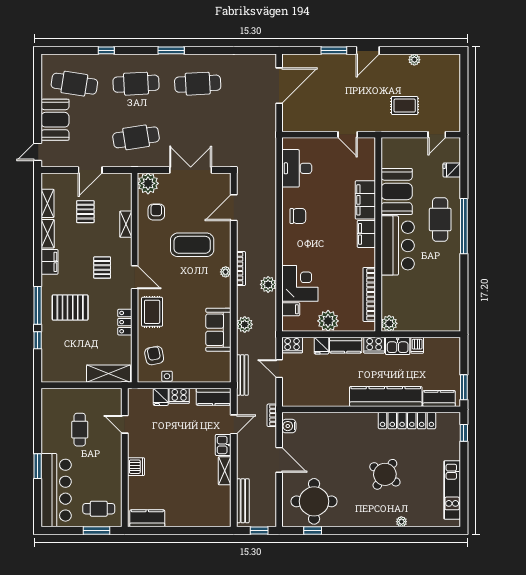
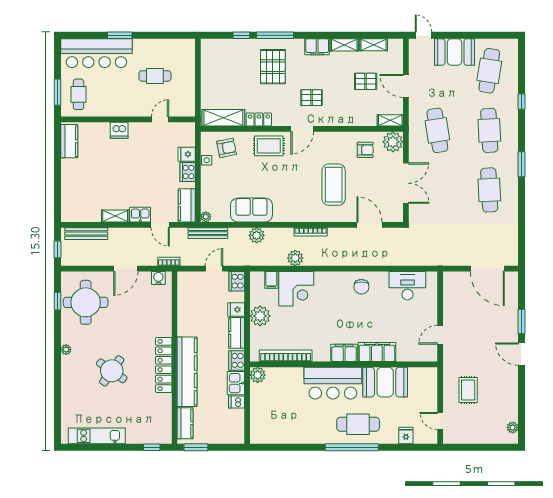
plant: (414, 60) -> (513, 428), moved
shelving: (126, 224) -> (390, 120), moved
plant: (226, 272) -> (206, 217), moved
shelving: (108, 374) -> (223, 118), moved, turned 90
locker: (407, 421) -> (164, 365), moved
plant: (401, 522) -> (66, 350), moved

